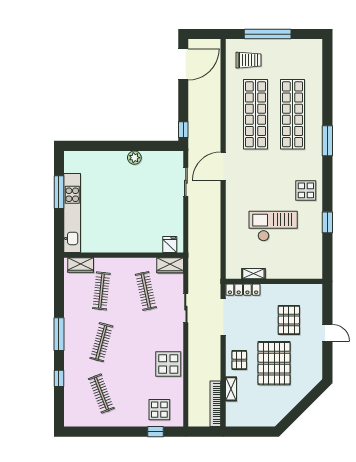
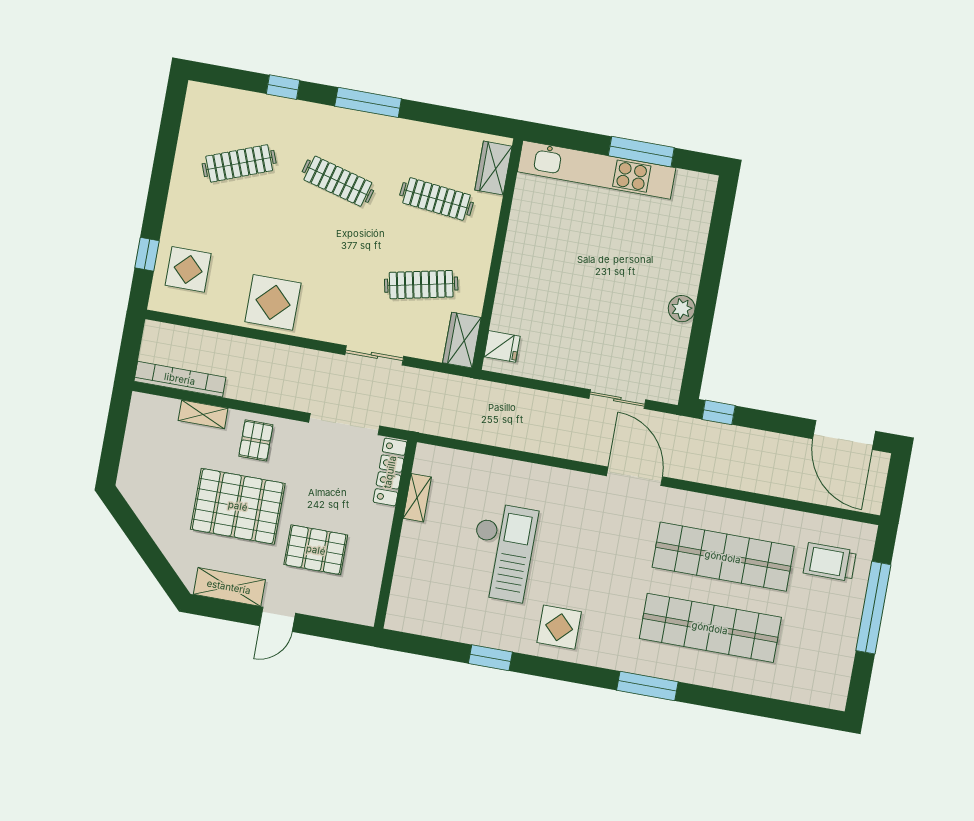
trolley: (249, 60) -> (830, 562), turned 90
pallet: (239, 360) -> (256, 440), turned 90
shelving: (315, 360) -> (229, 587), added

